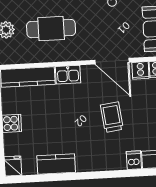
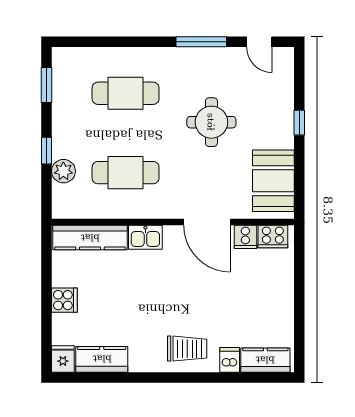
trolley: (112, 117) -> (187, 349), moved, turned 97
kitchen counter: (56, 164) -> (102, 359), moved

